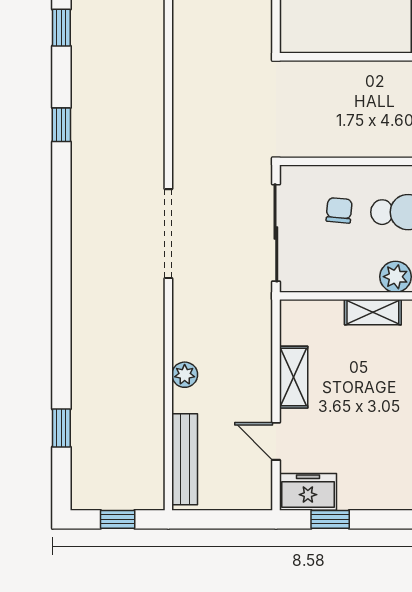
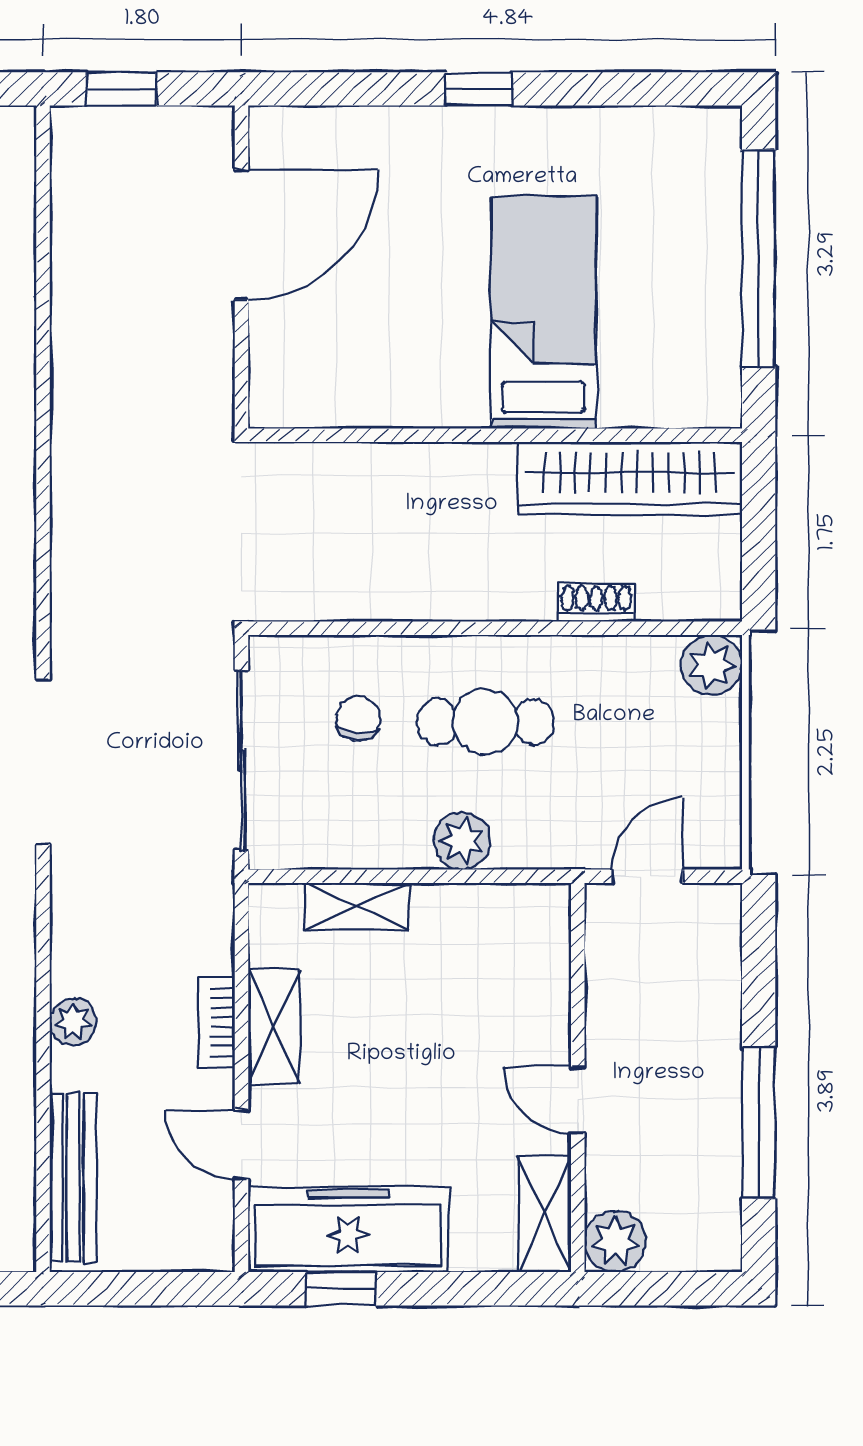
shelving: (373, 312) -> (357, 906), moved
bookcase: (262, 375) -> (217, 1022), added
freezer: (308, 492) -> (348, 1229), width x1.91, depth x1.26

